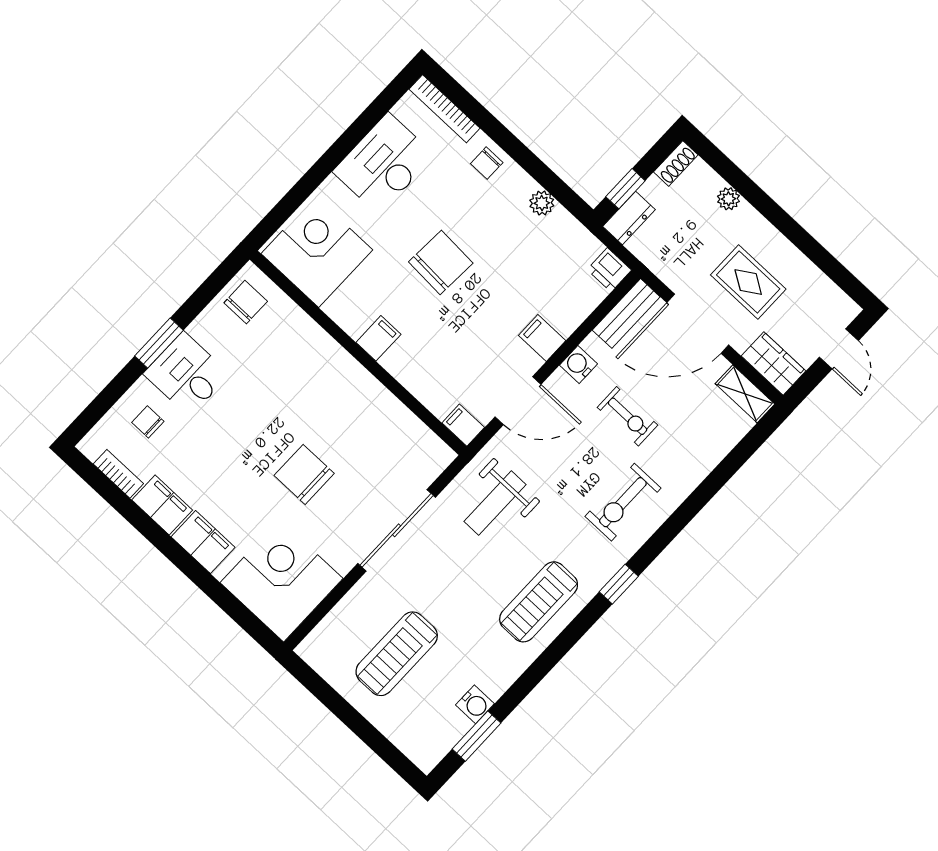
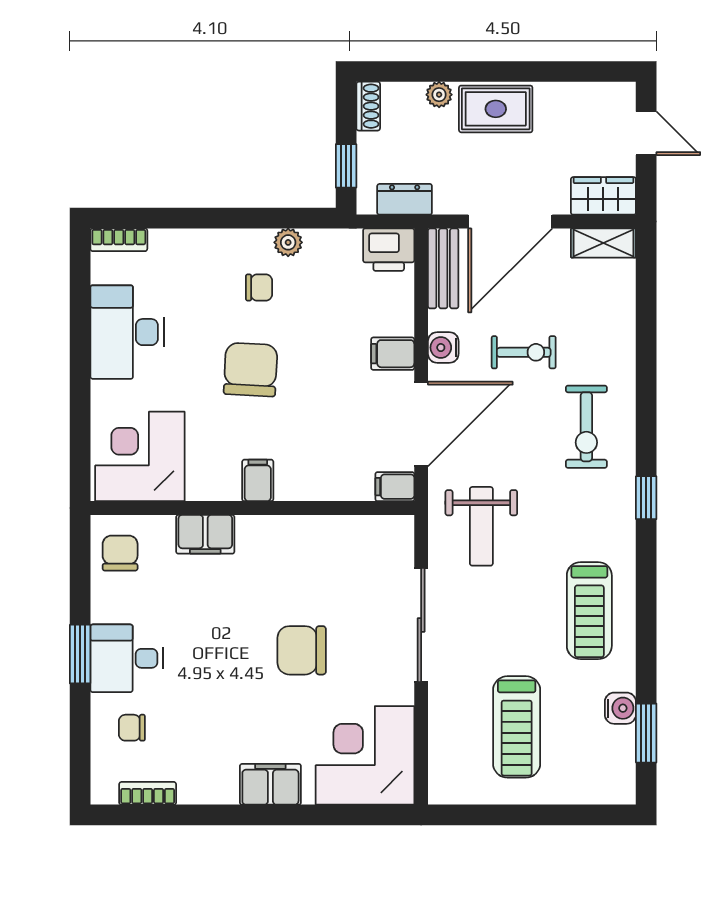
bookcase: (444, 109) -> (119, 240), width x0.64
chair: (487, 163) -> (259, 288), moved, turned -90
dresser: (629, 218) -> (405, 199), moved, turned -90
printer: (609, 270) -> (389, 250), width x1.36, depth x1.24
rug: (748, 282) -> (496, 109), moved
door: (518, 401) -> (421, 424), width x1.36
filing cabinet: (162, 505) -> (205, 534), moved, turned 180
treadmill: (539, 602) -> (589, 611), moved

